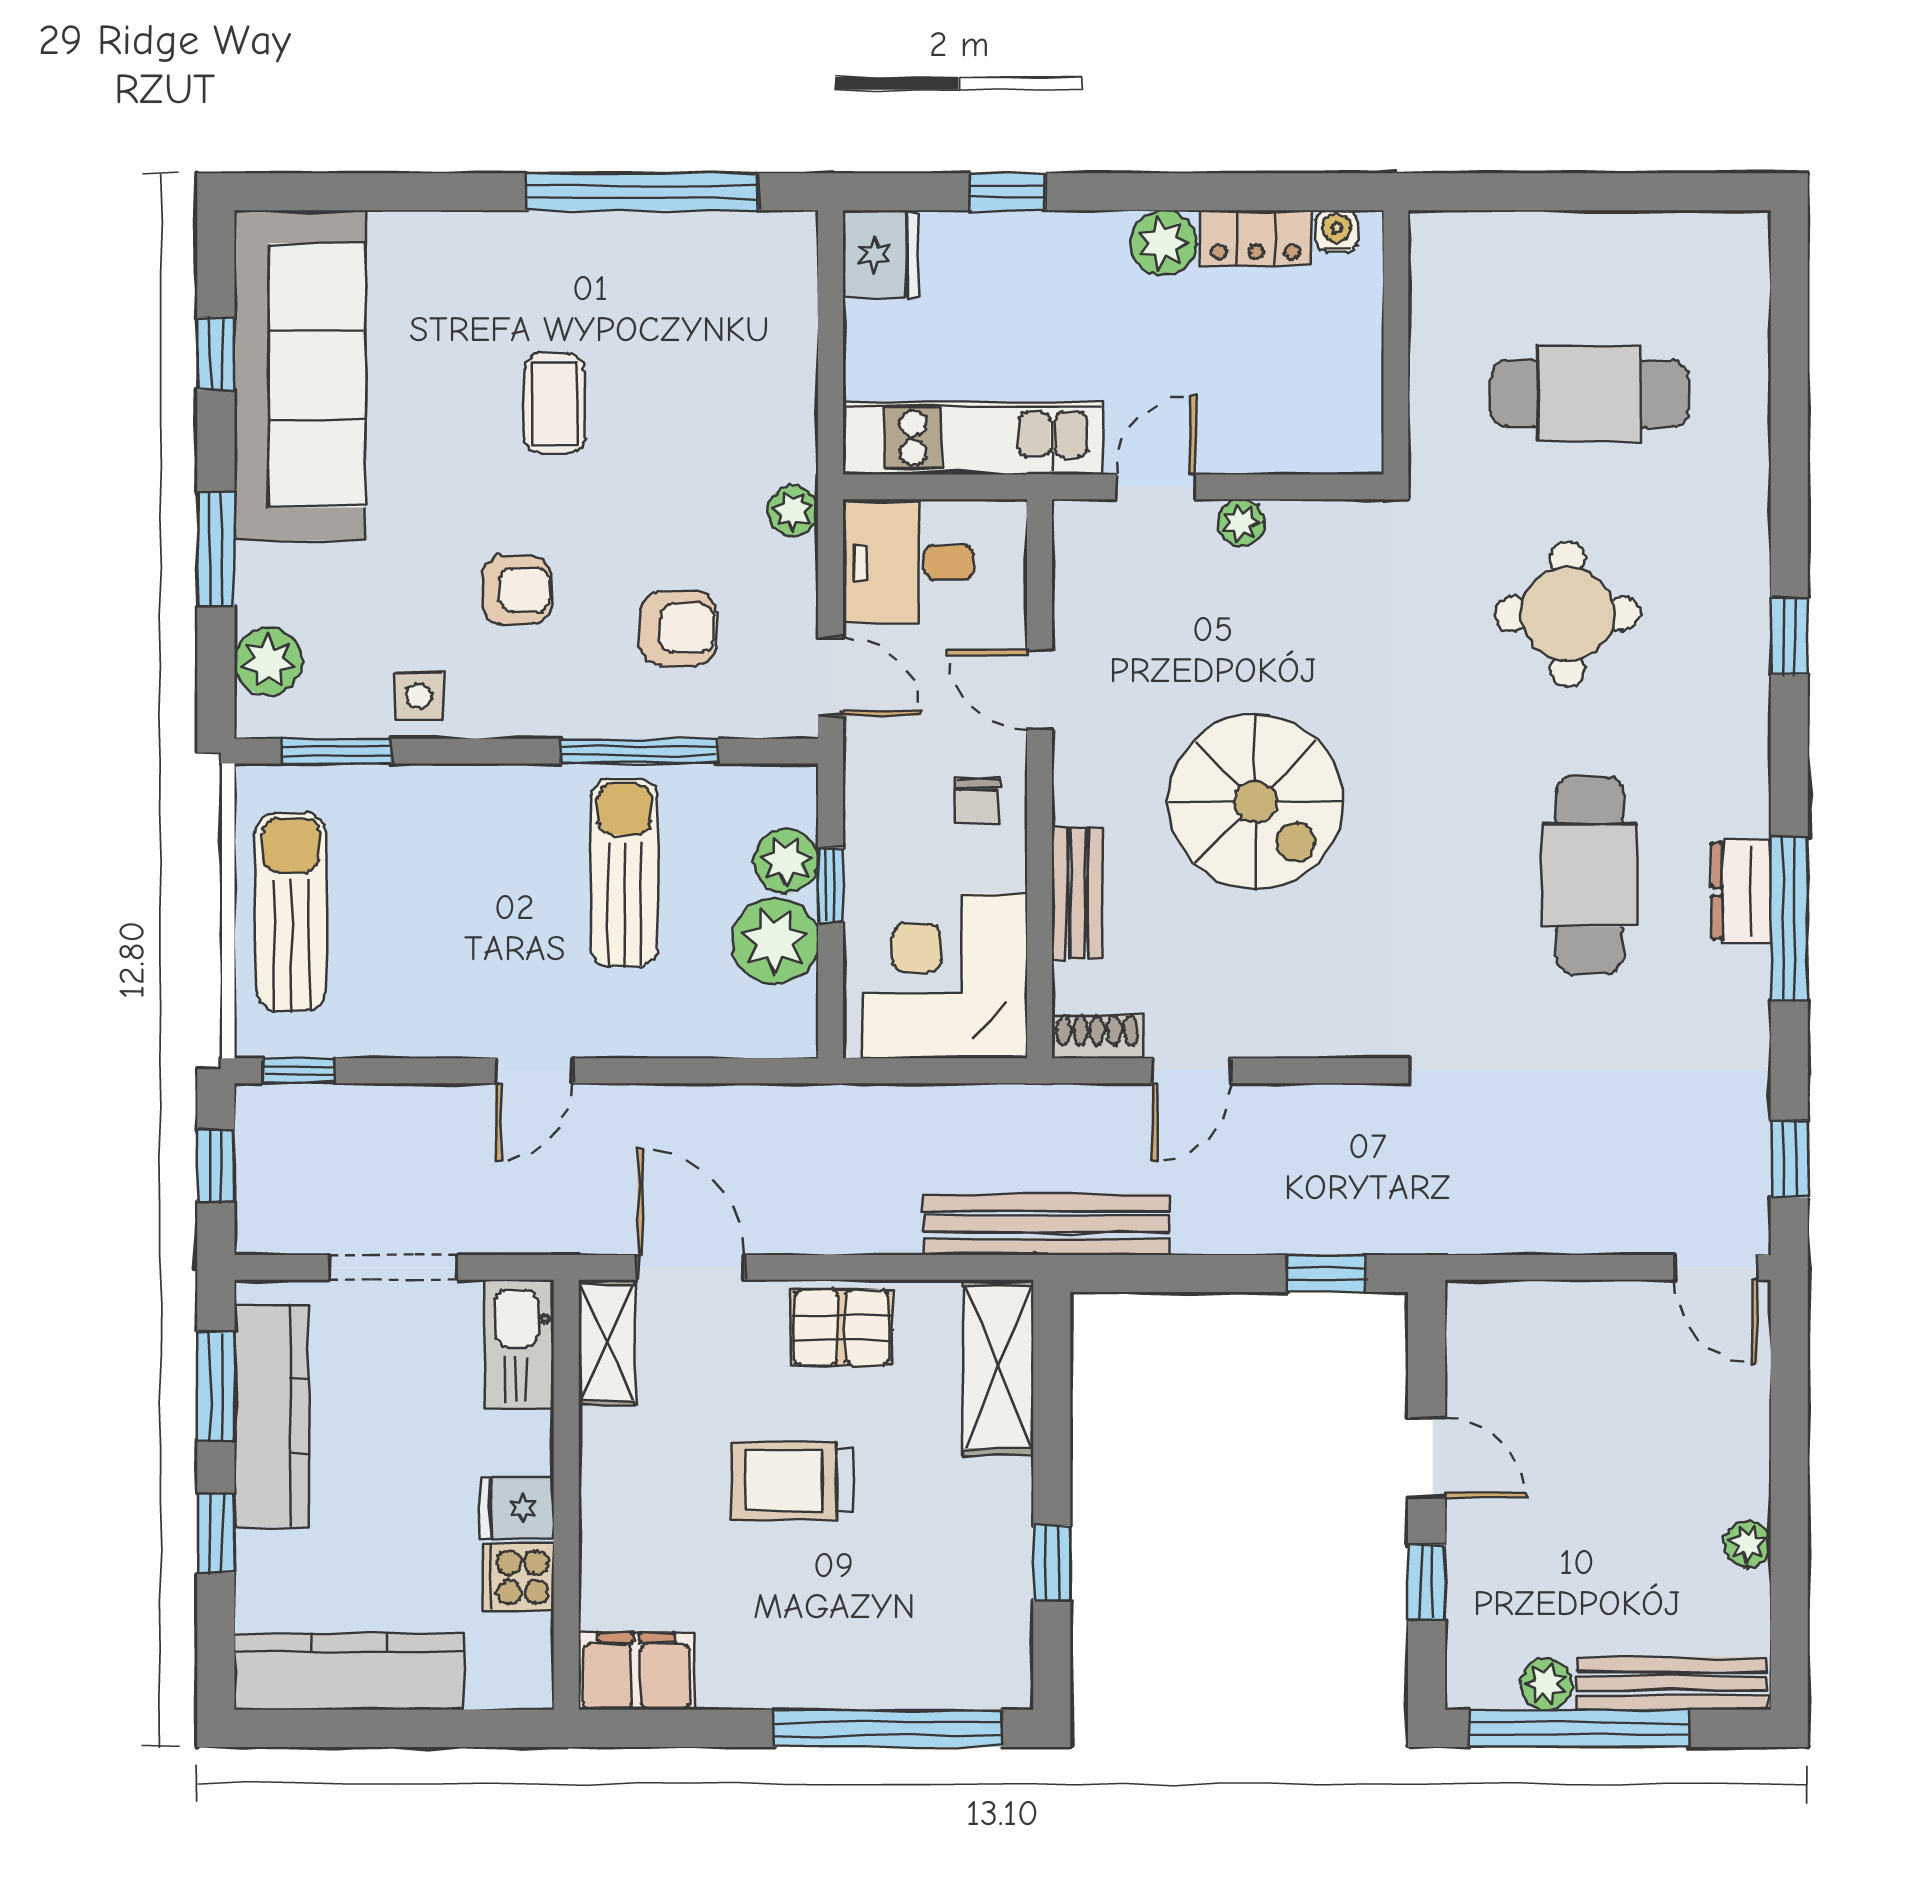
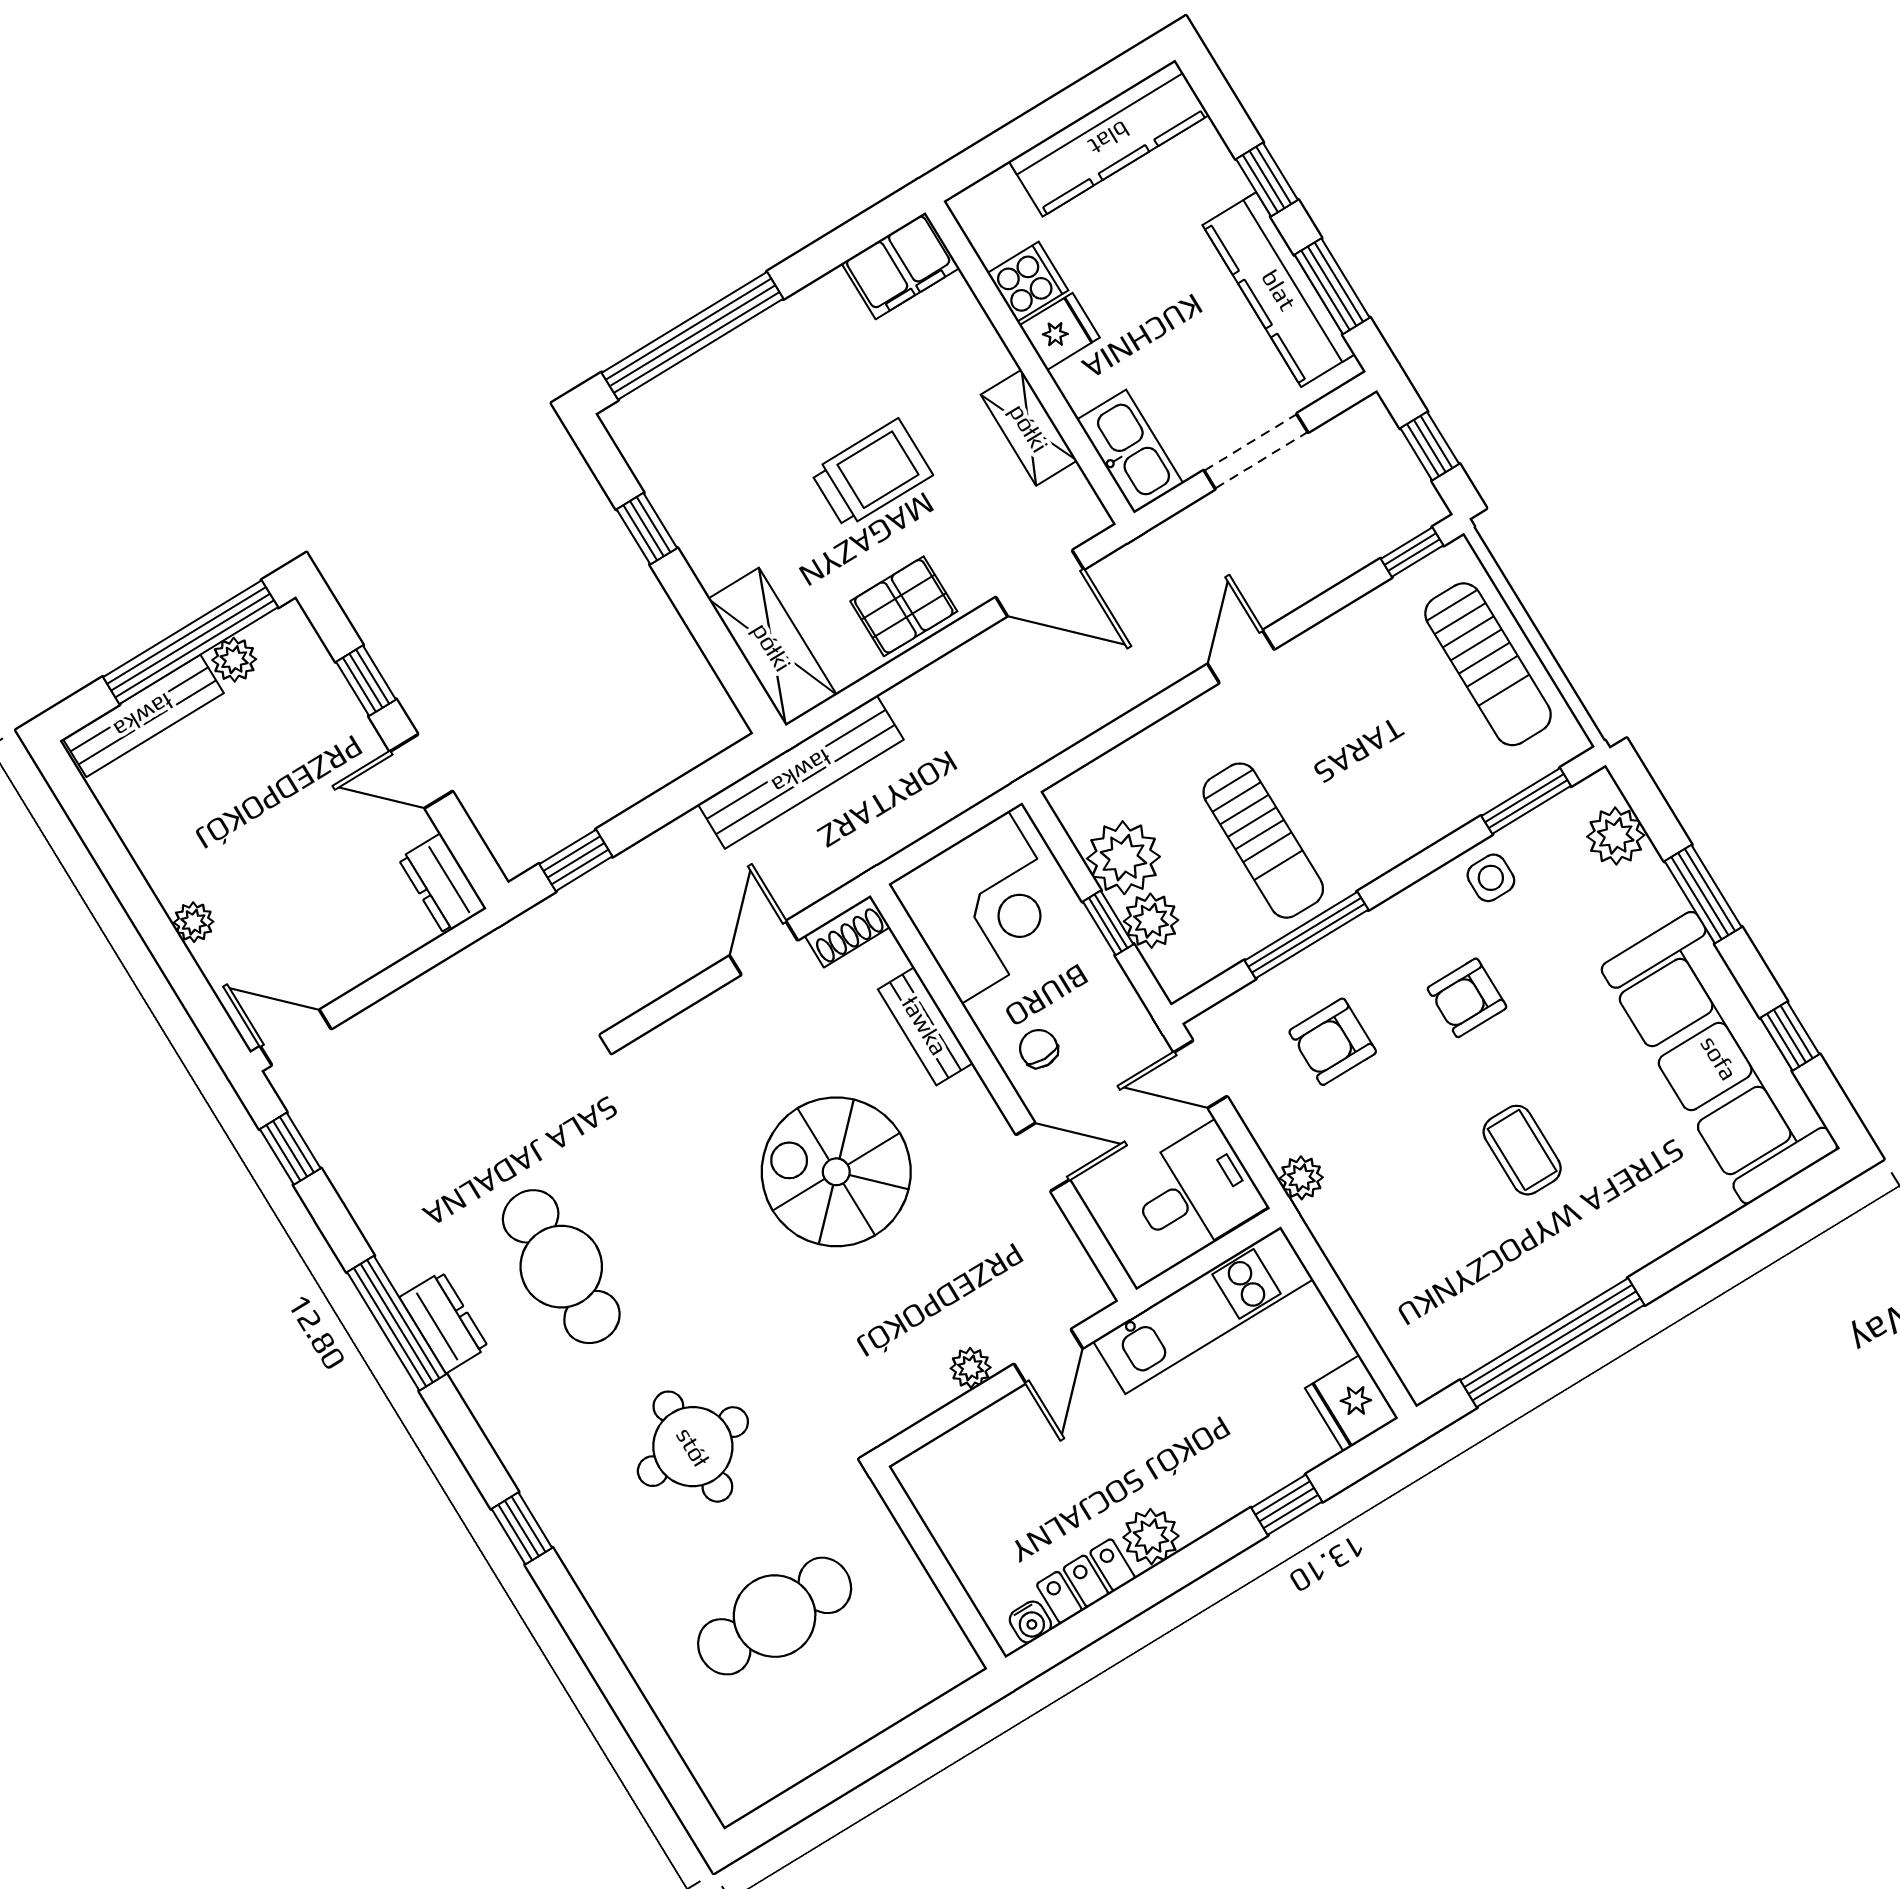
dresser: (1474, 1332) -> (442, 884), added
shelving: (607, 1342) -> (1029, 428), moved
plant: (1747, 1544) -> (194, 922), moved

